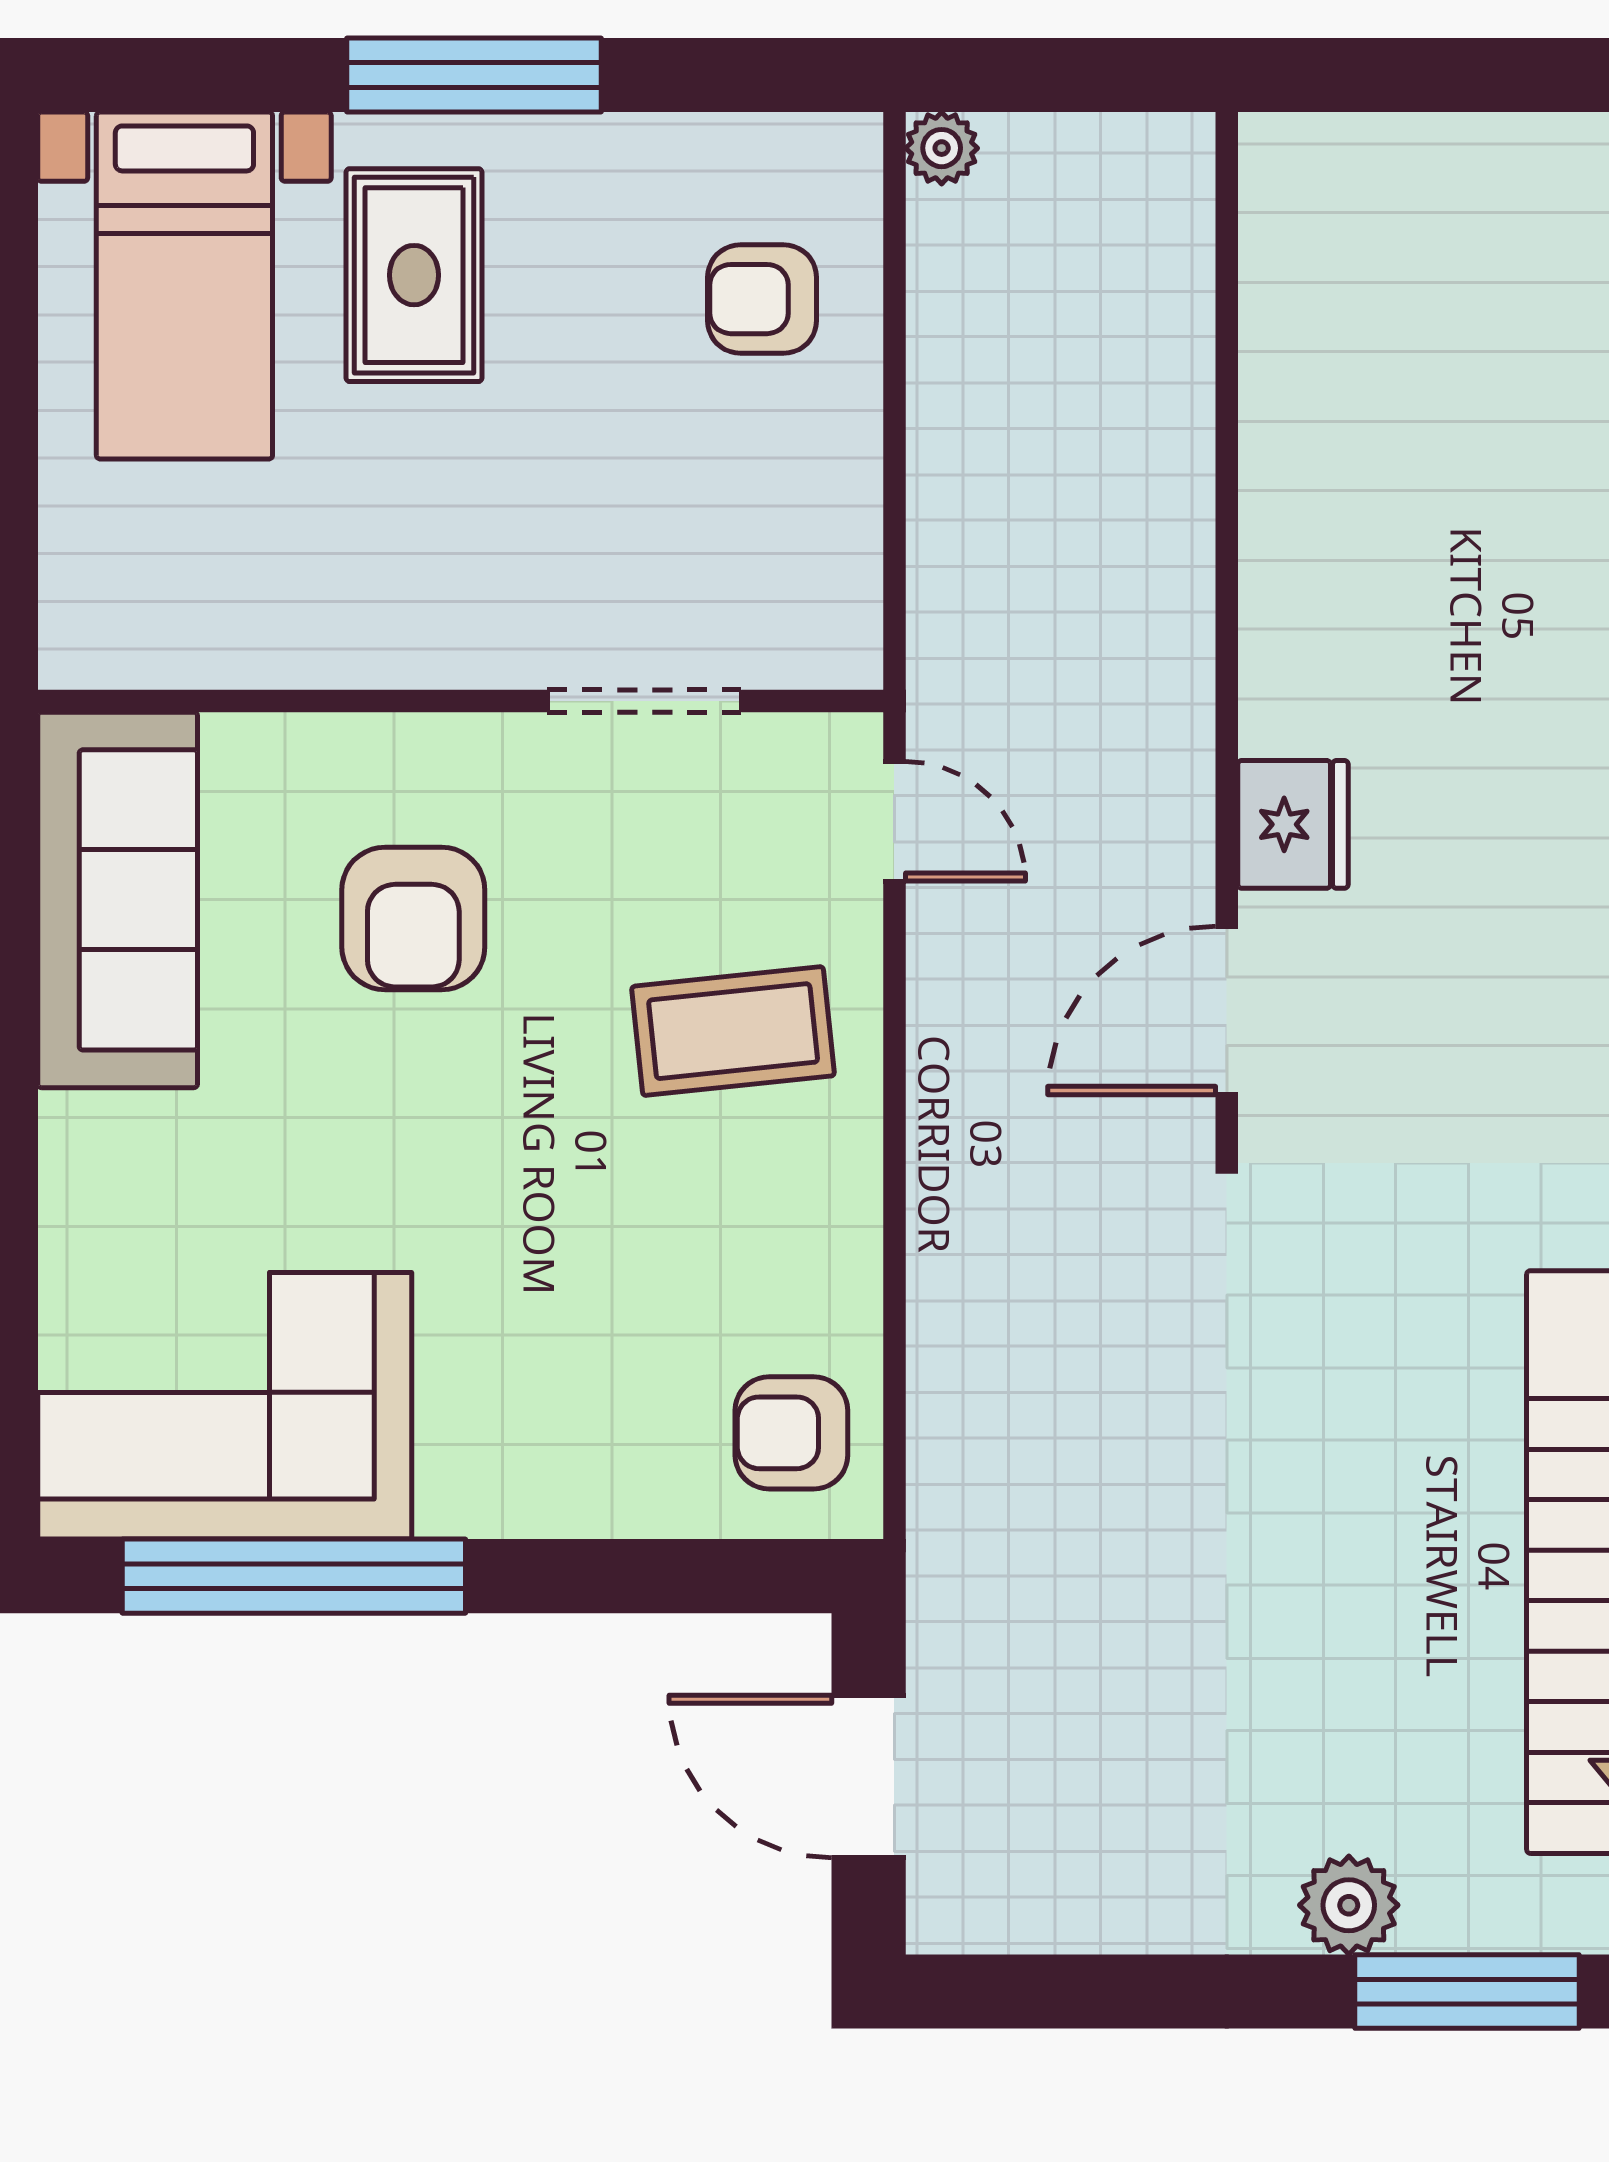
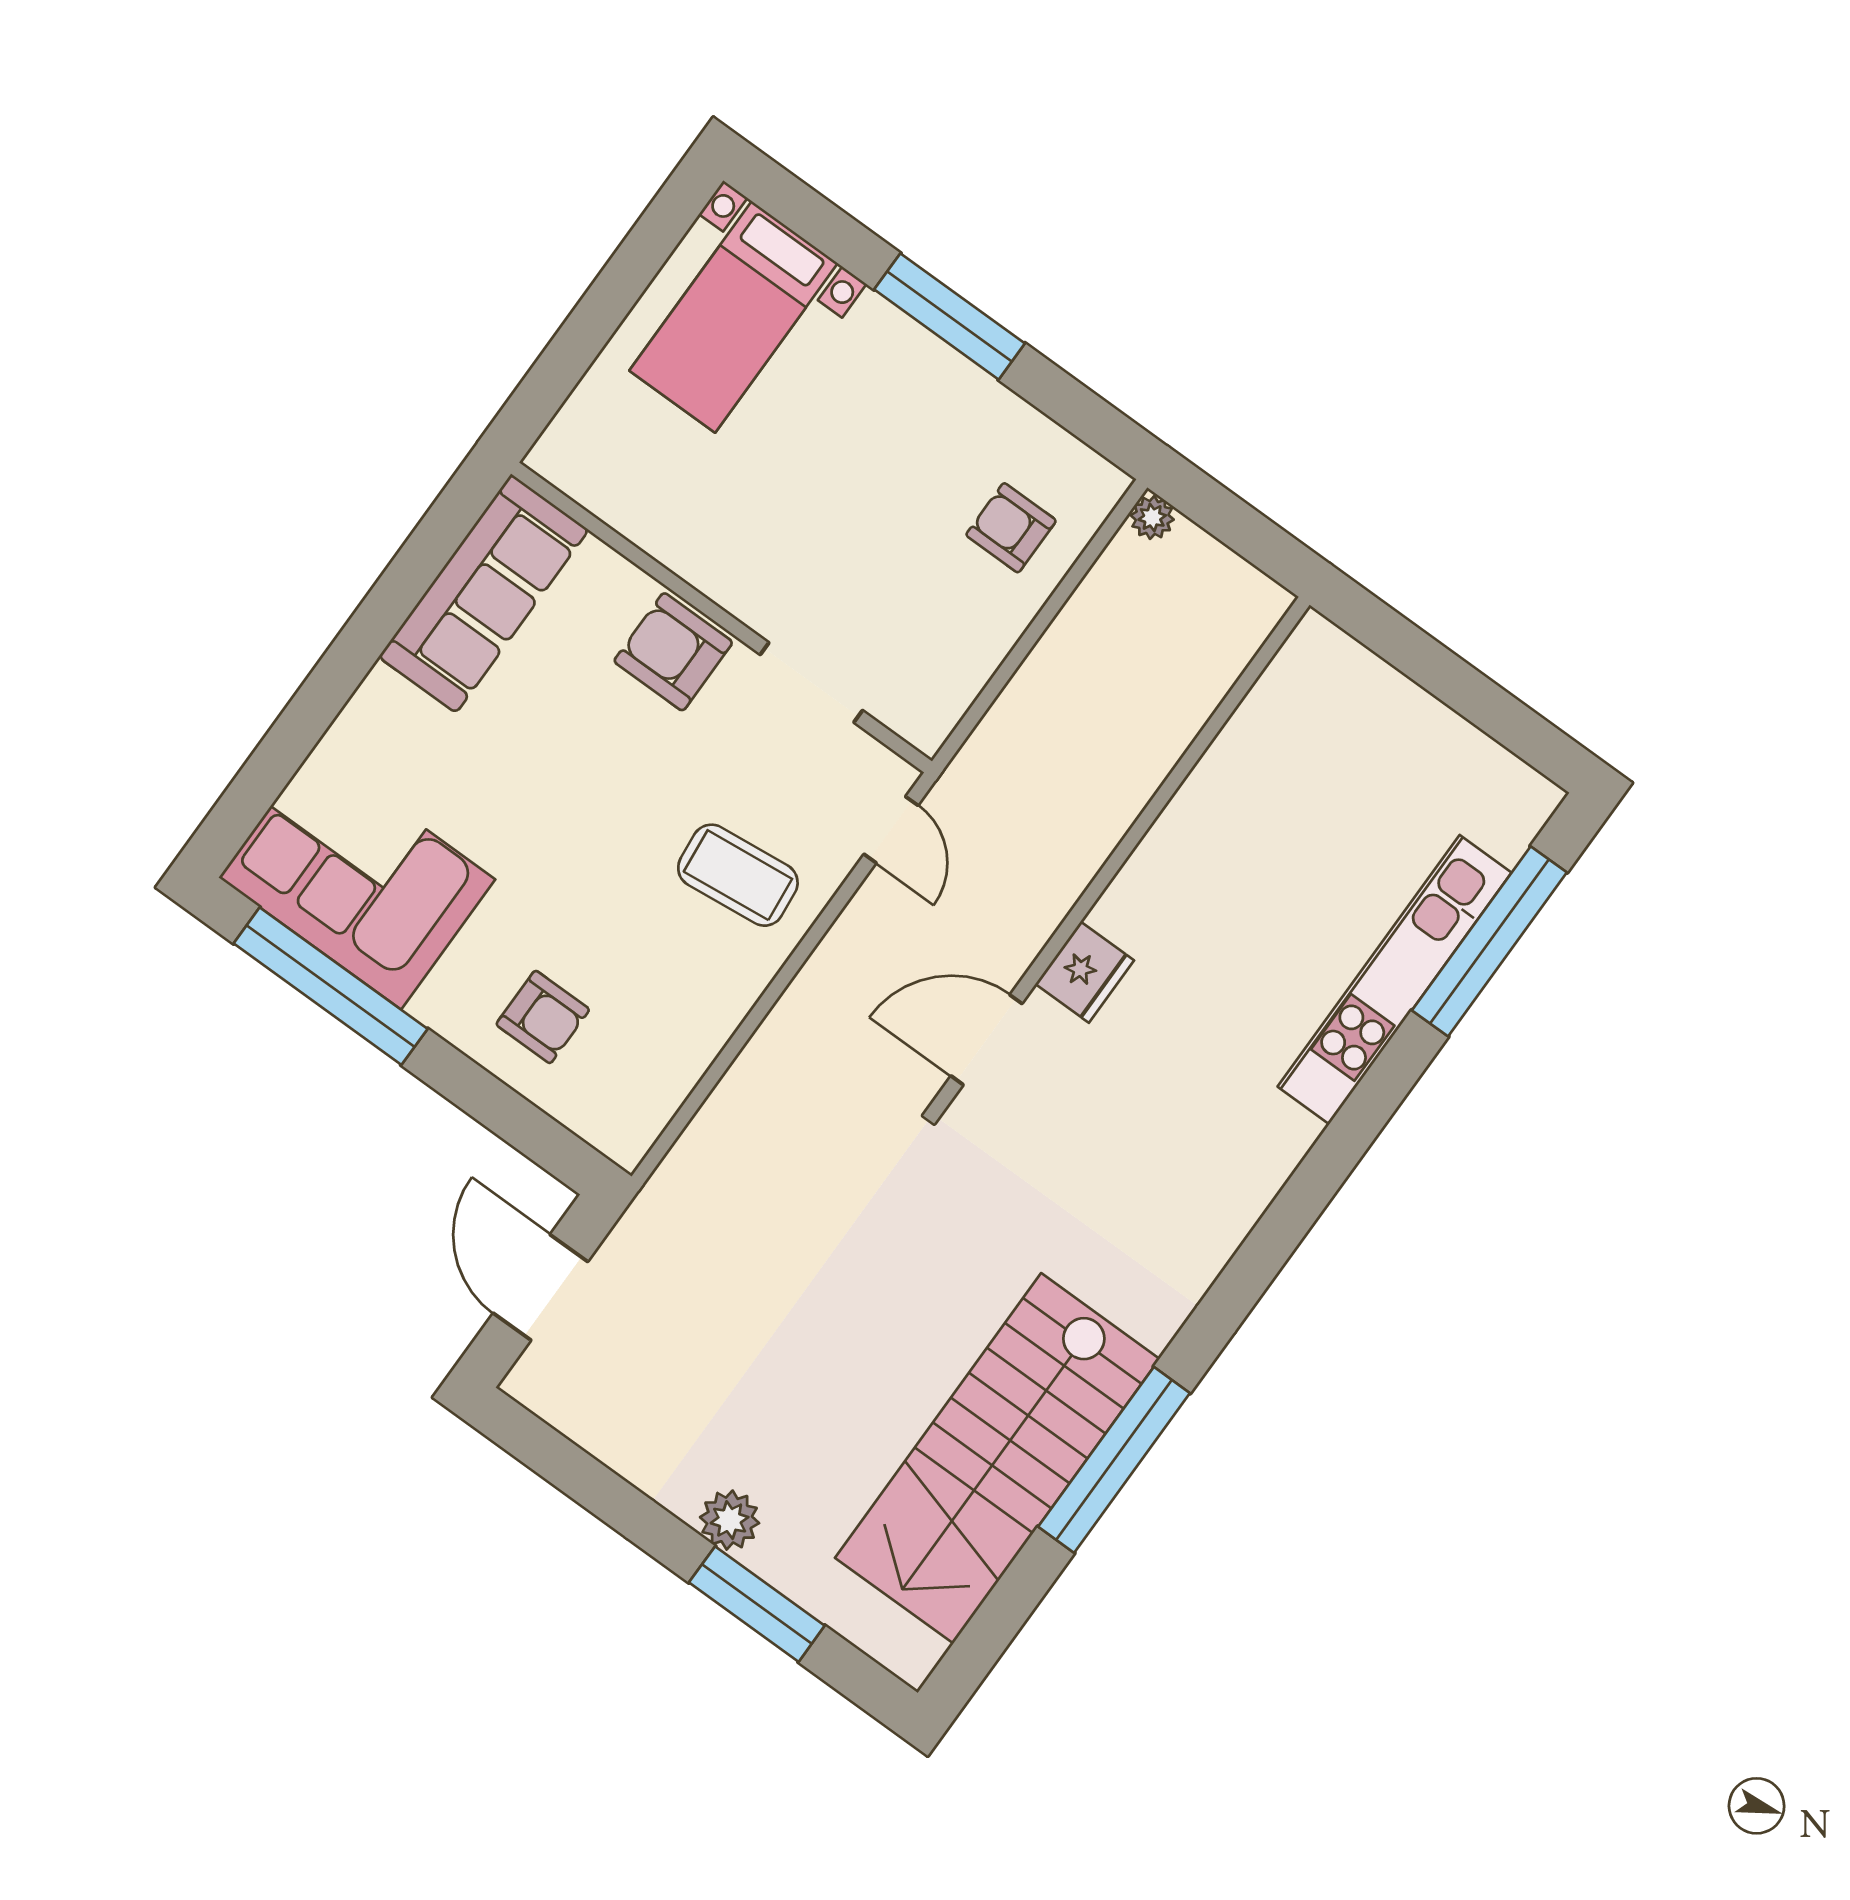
rug: (414, 275) -> (849, 393), removed
armchair: (413, 918) -> (673, 652), moved, turned 90
armchair: (791, 1433) -> (543, 1017), moved, turned 180

